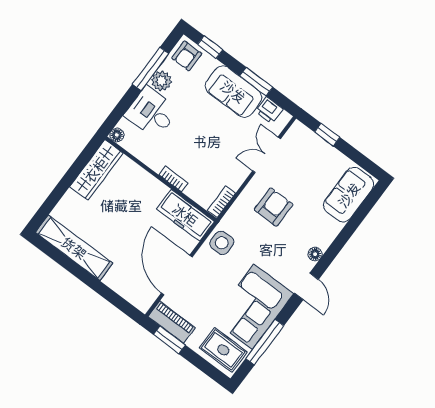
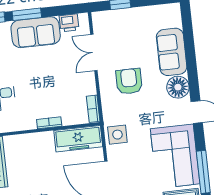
window: (256, 82) -> (27, 14), moved
sofa: (349, 195) -> (172, 52), moved
floor lamp: (315, 254) -> (178, 87), width x1.89, depth x1.89

